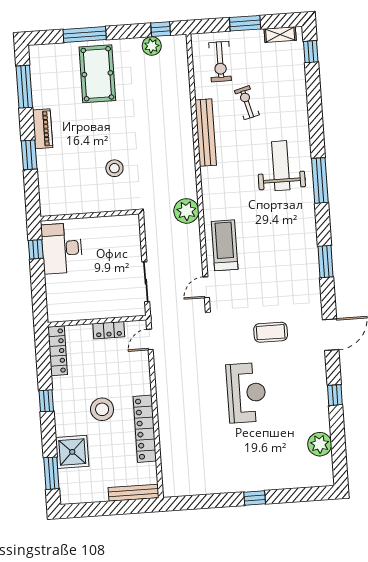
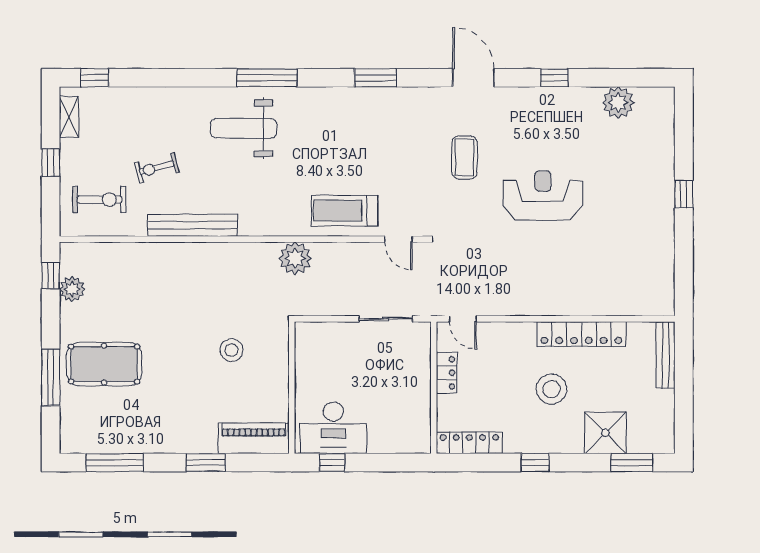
window: (245, 23) -> (51, 163), width x0.67
piano: (43, 129) -> (254, 438), moved, width x1.37, depth x1.33

